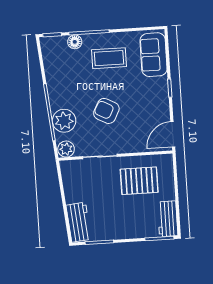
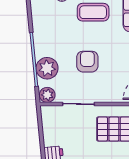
armchair: (106, 111) -> (87, 62), turned 62

